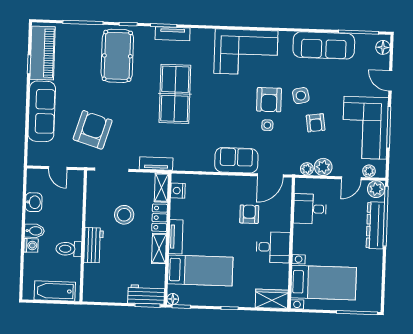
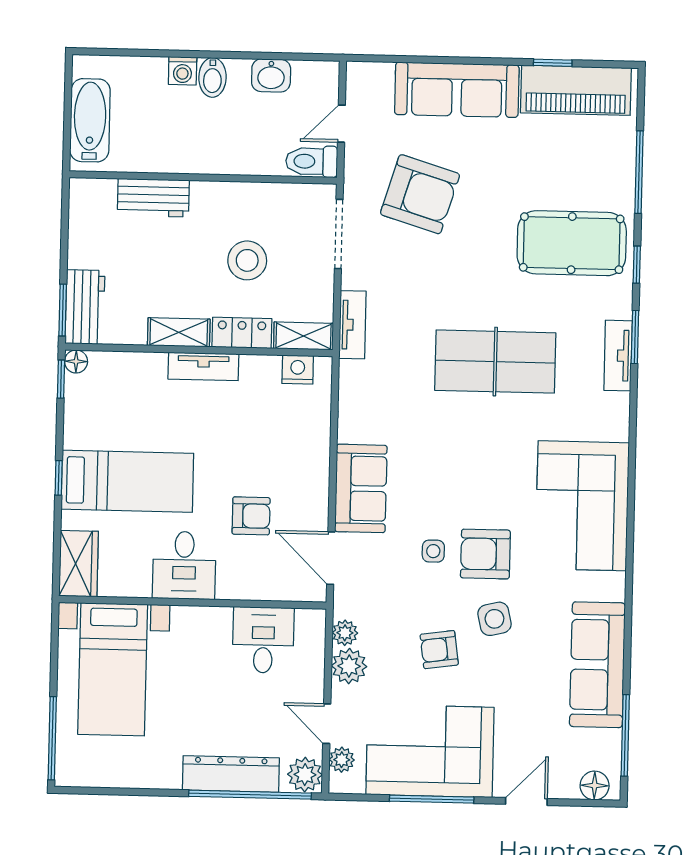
workbench: (94, 245) -> (153, 198), moved
toilet: (69, 249) -> (312, 161), moved, turned -90
bed: (200, 270) -> (127, 481), moved, turned -90

